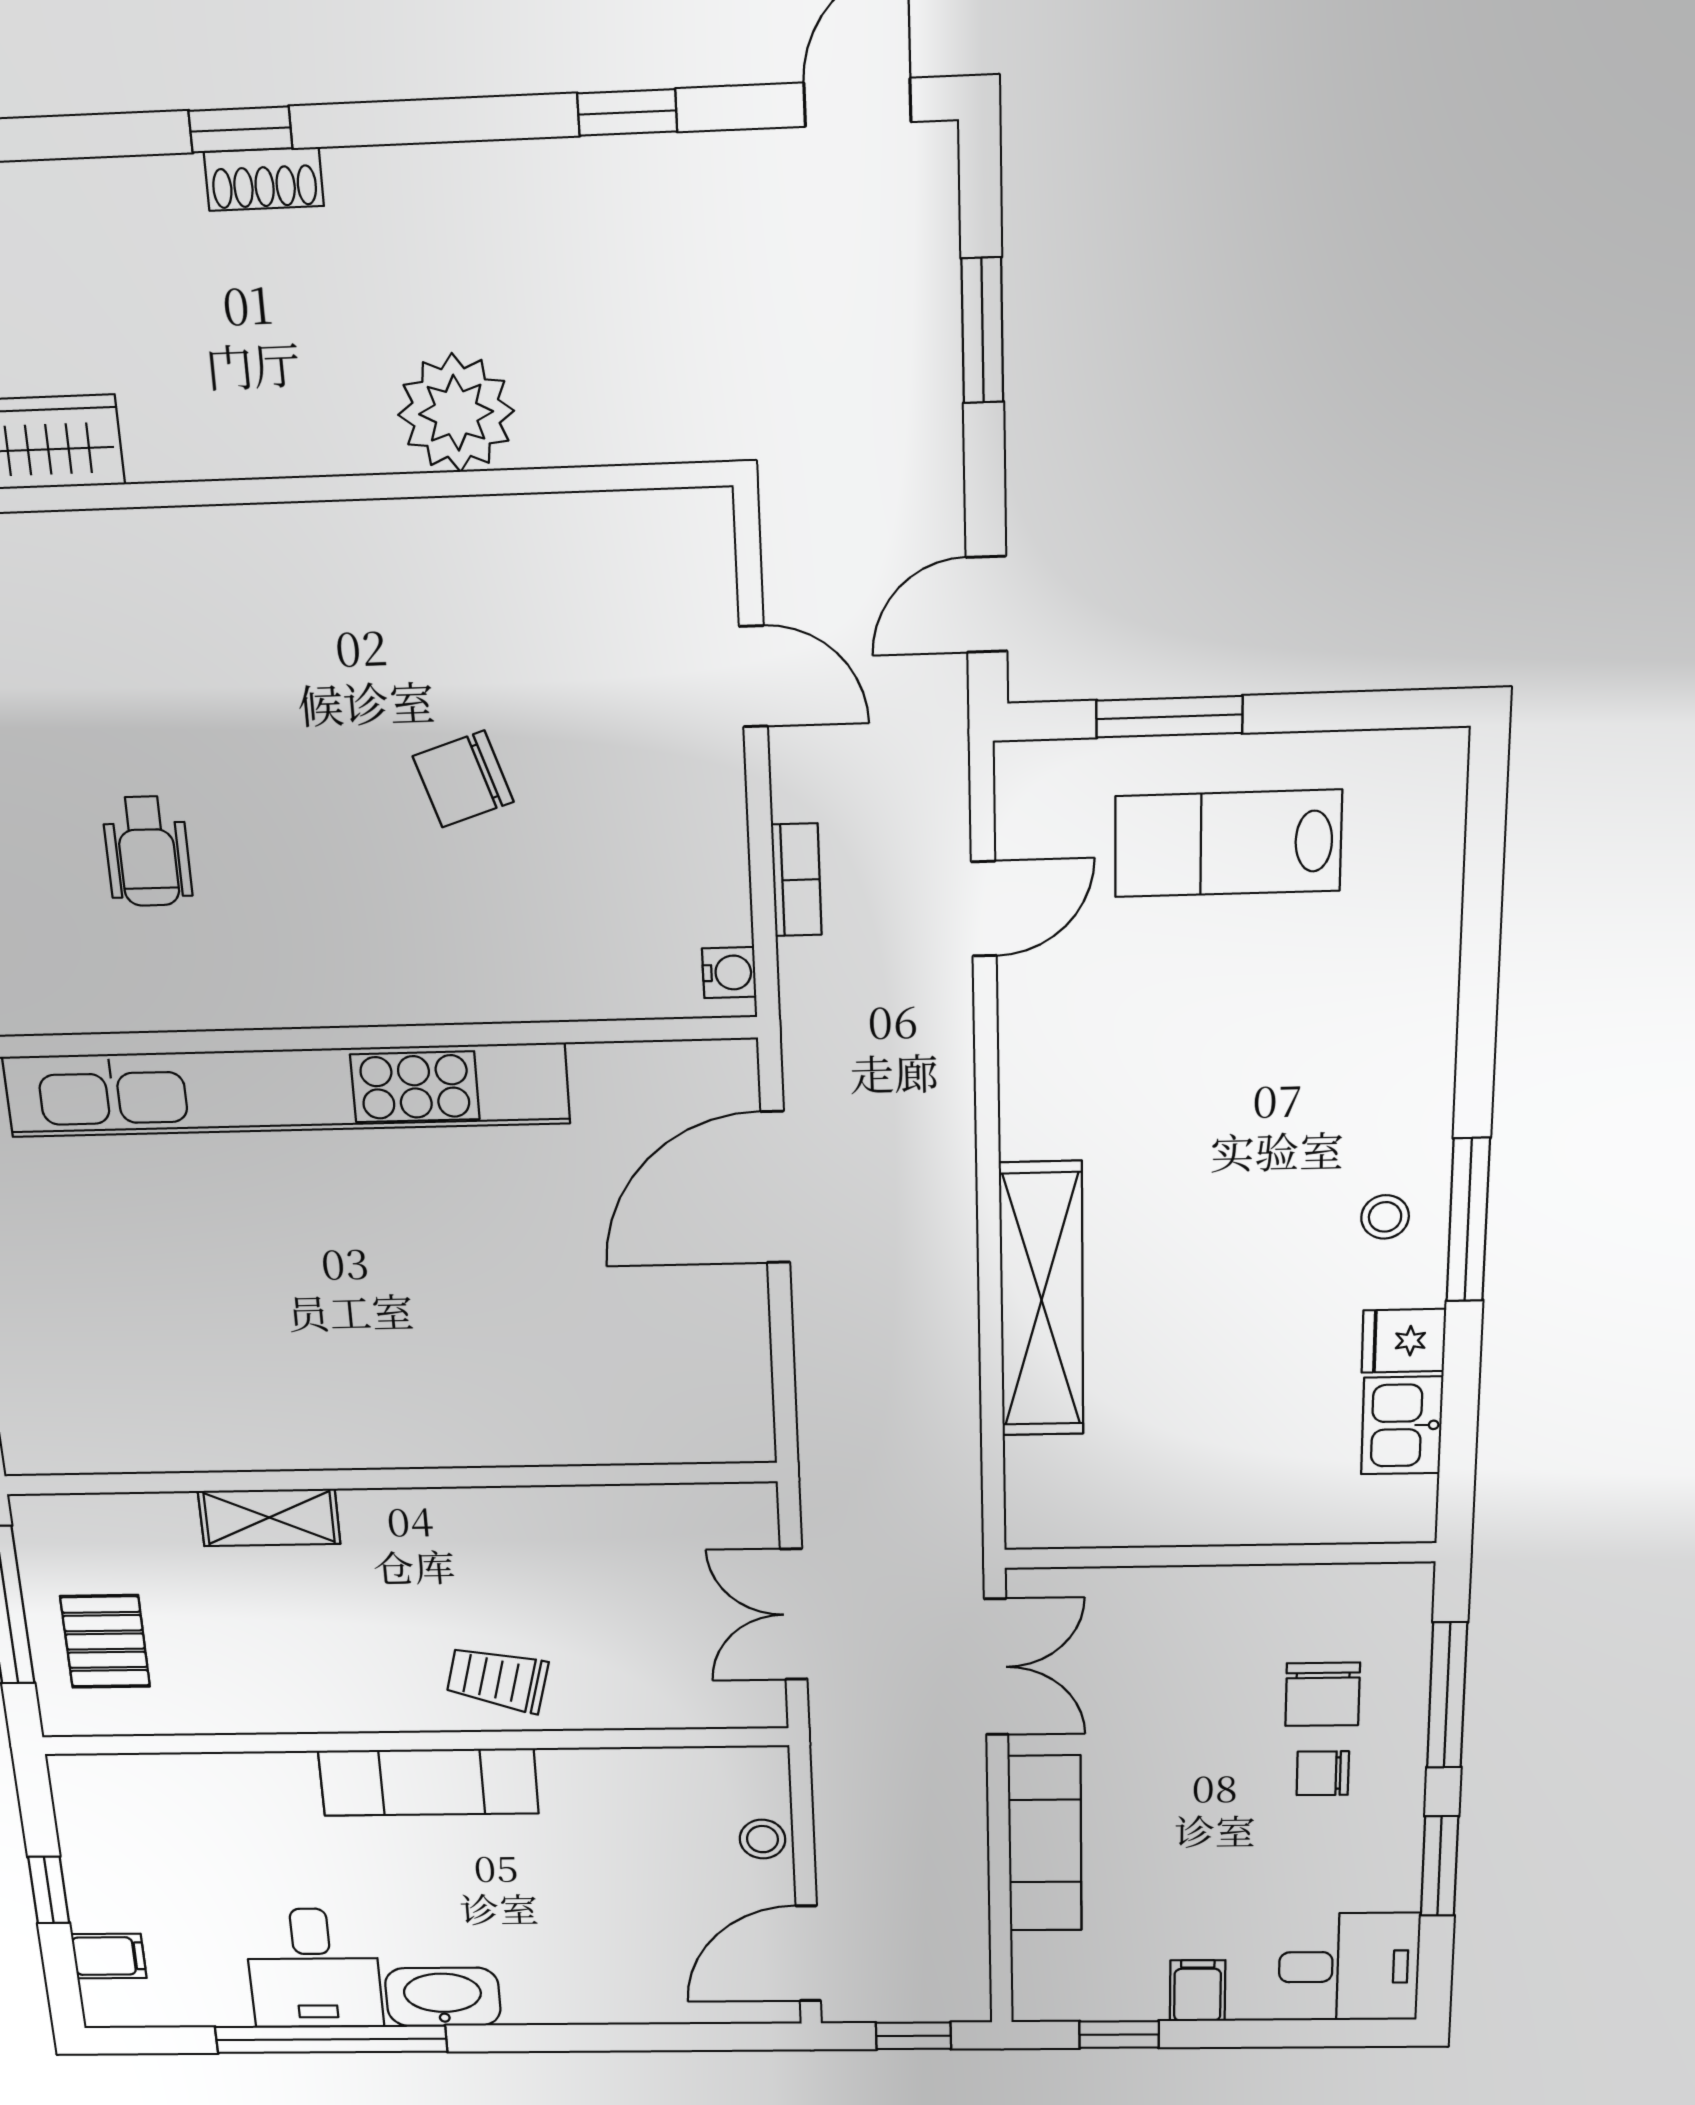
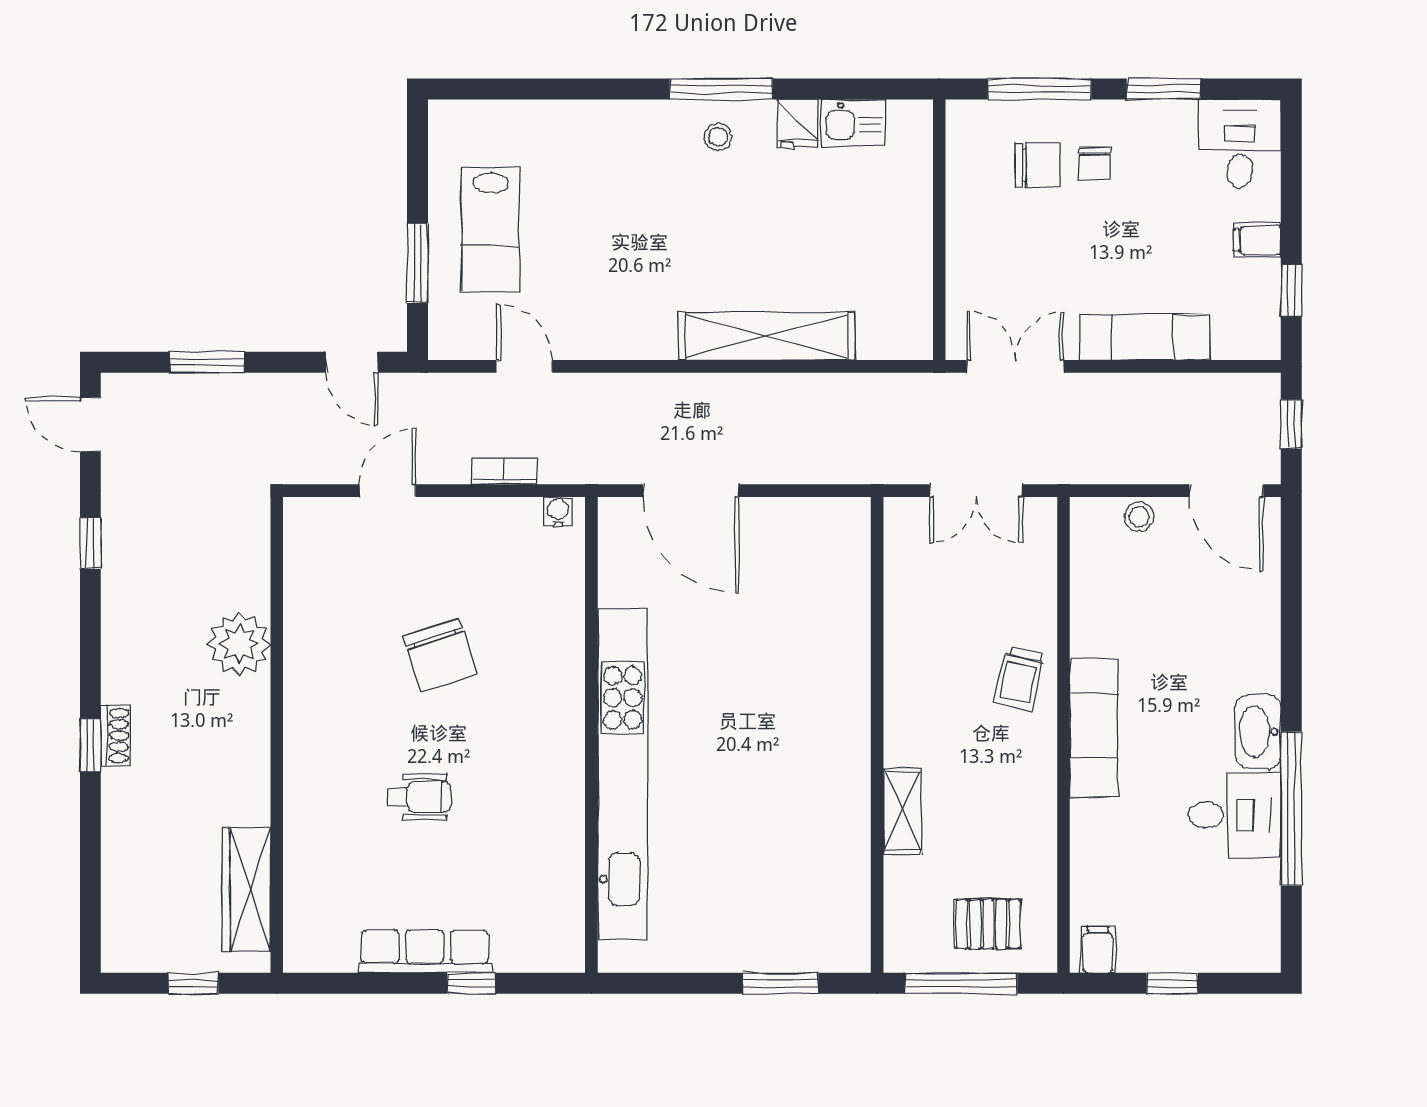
chair: (463, 779) -> (440, 655), width x1.37, depth x1.37
wheelchair: (147, 851) -> (420, 797), moved
filing cabinet: (109, 1956) -> (1098, 950), moved

